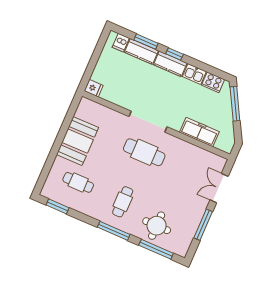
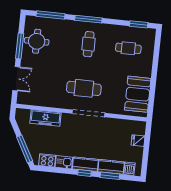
fridge: (94, 88) -> (138, 141), moved
booth: (77, 141) -> (138, 94), moved
round table: (157, 226) -> (37, 41), moved

